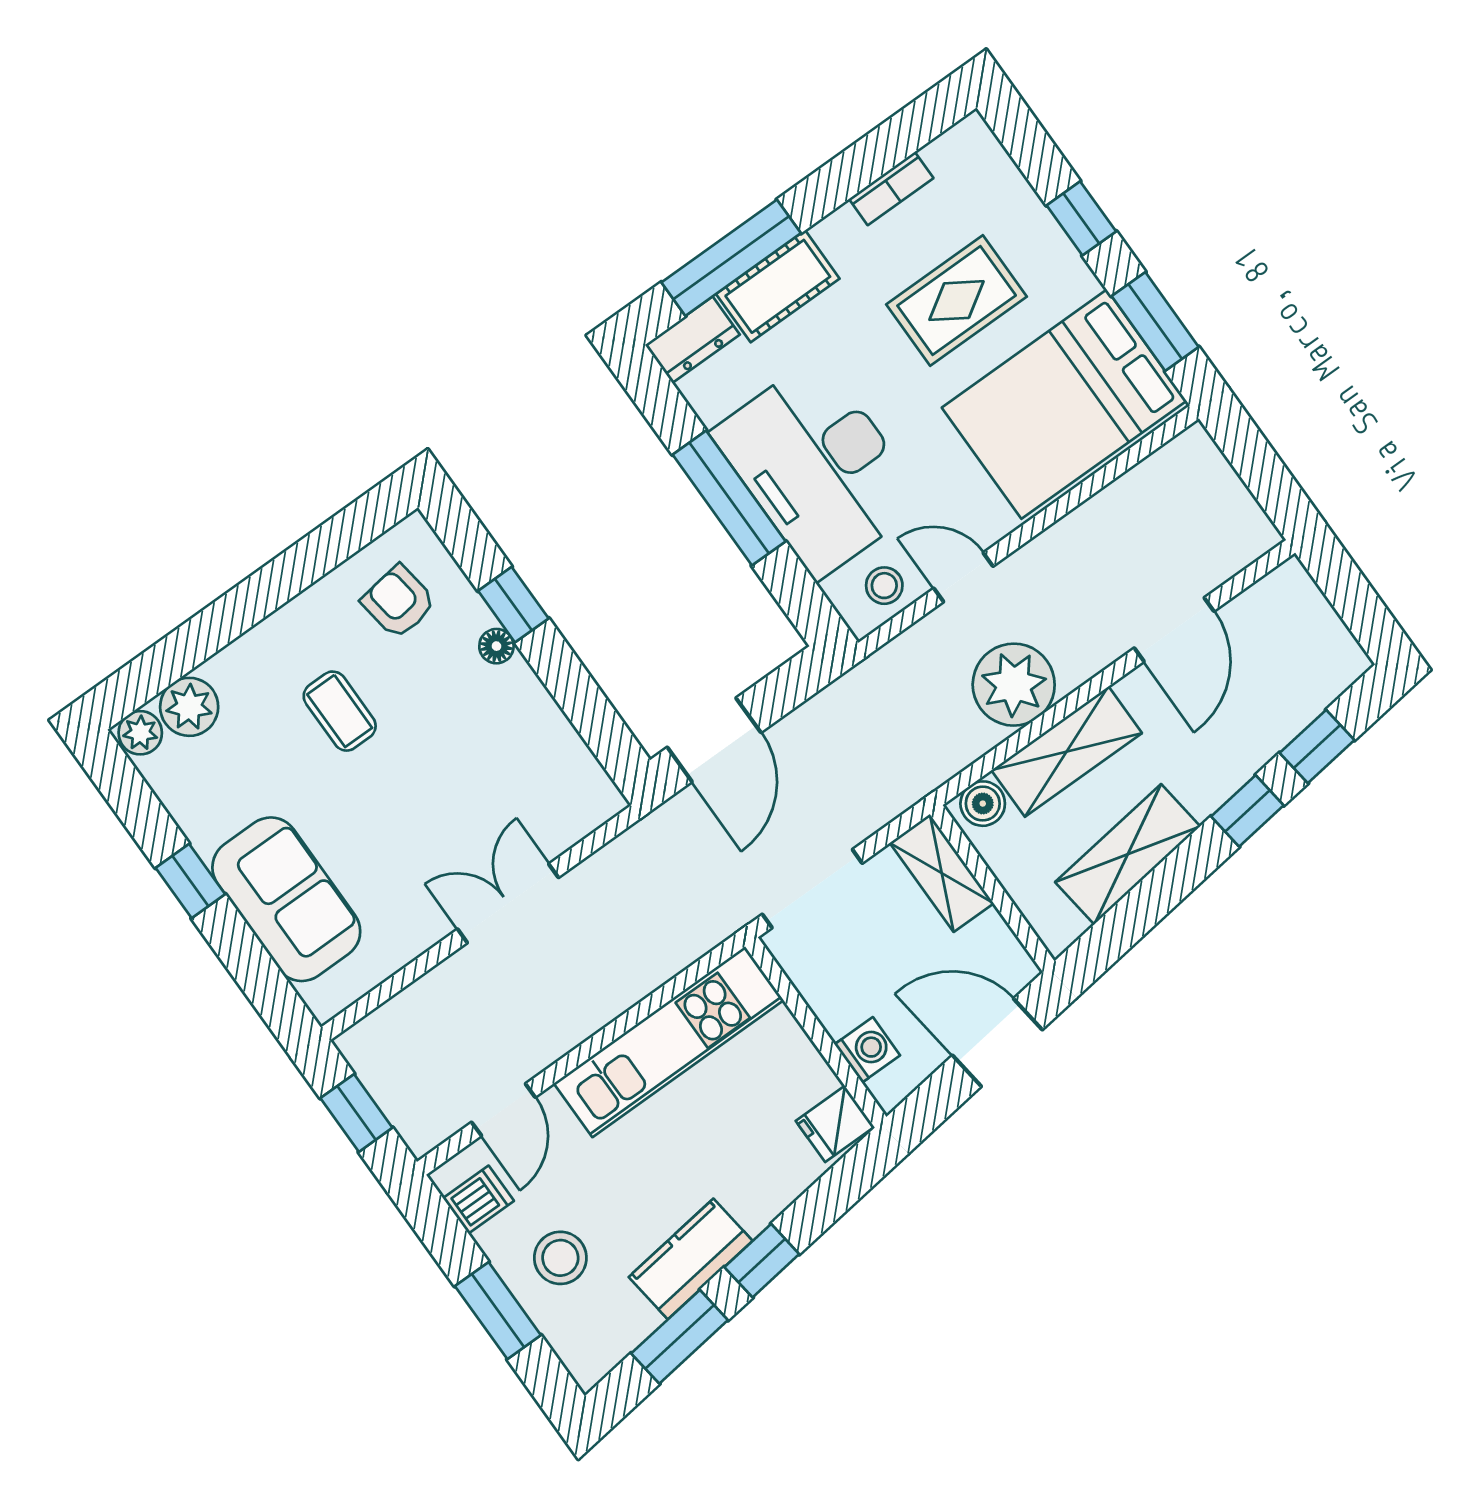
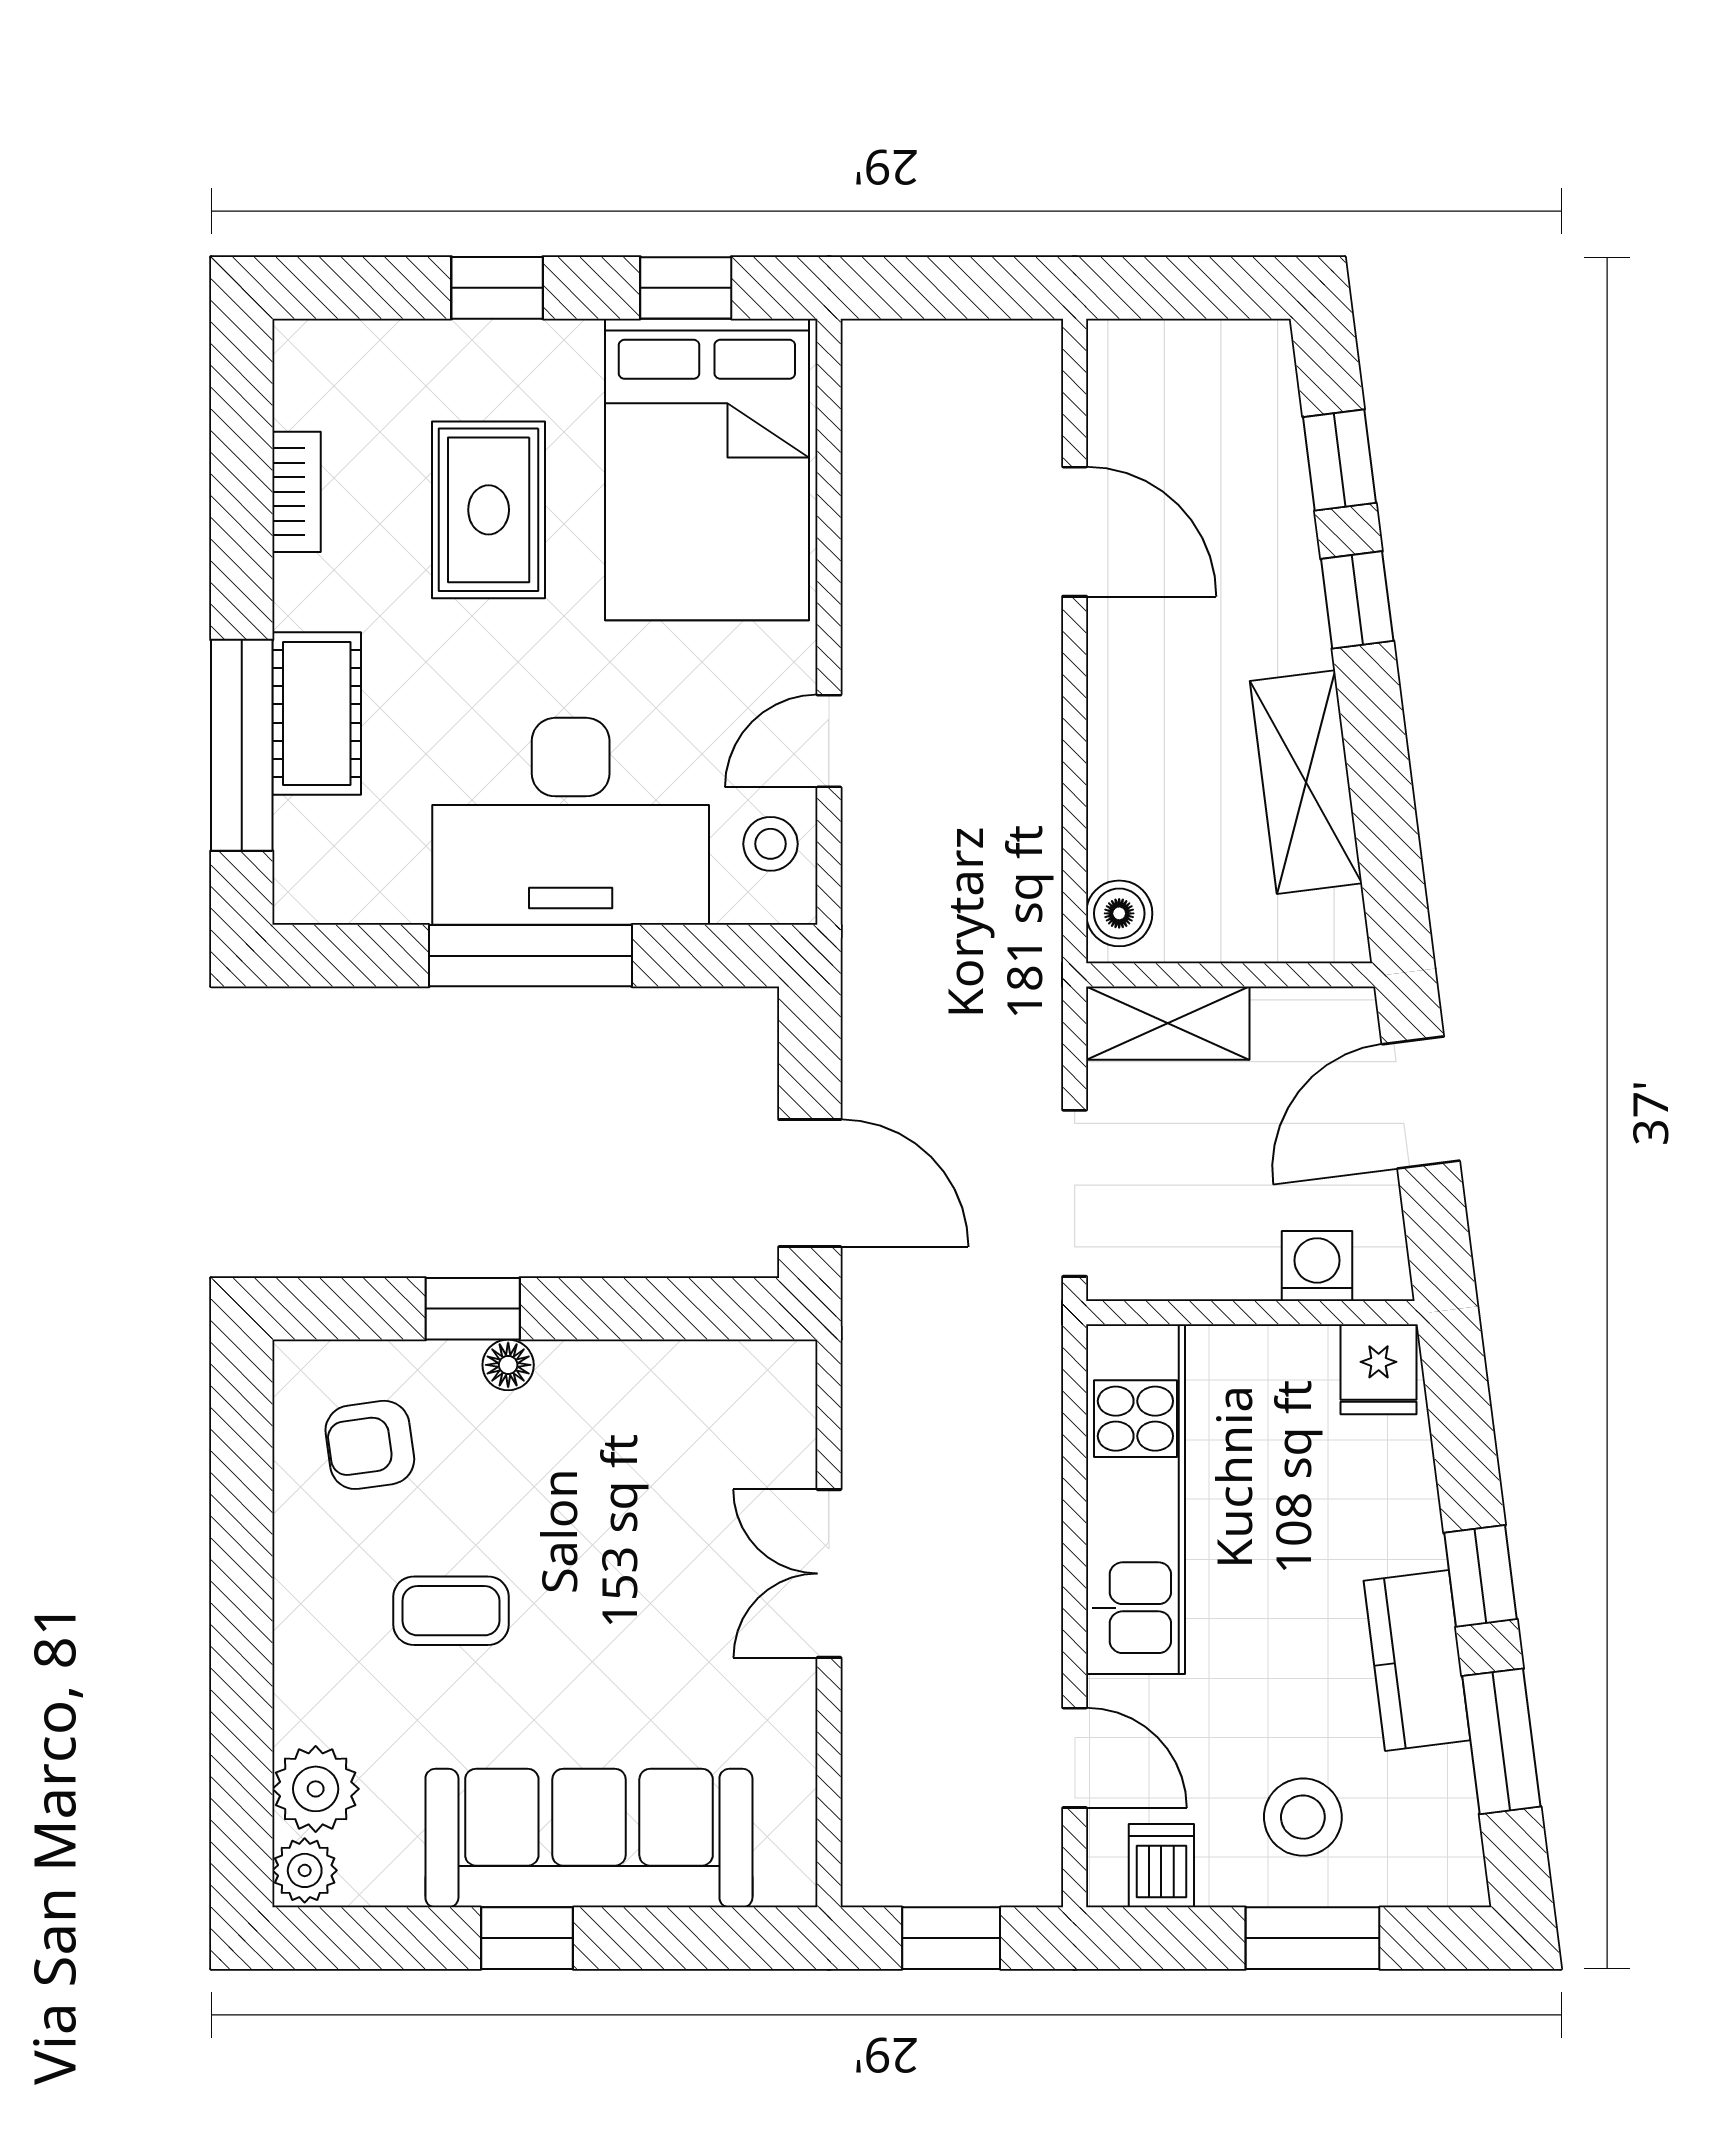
window: (1155, 321) -> (686, 288), width x0.67
dresser: (692, 340) -> (307, 863), removed
plant: (1014, 685) -> (1002, 773), removed
shelving: (1067, 752) -> (1129, 767), removed
sofa: (286, 899) -> (589, 1838), width x1.36

